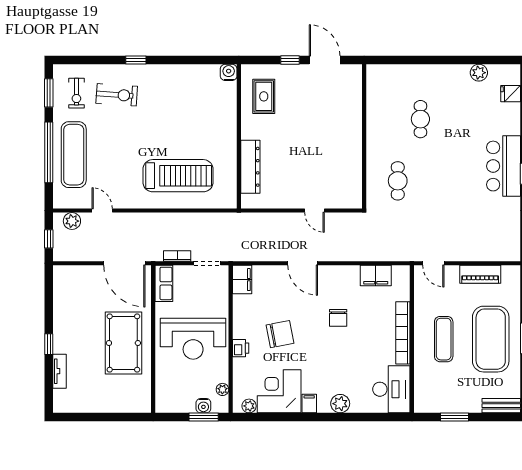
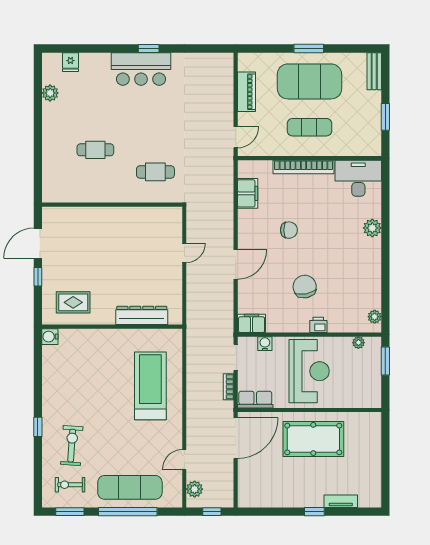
exercise bike: (76, 93) -> (70, 485), turned 180
corner desk: (279, 391) -> (360, 287), removed
filing cabinet: (309, 403) -> (372, 258), removed
water cooler: (203, 406) -> (265, 344), moved, turned -90

